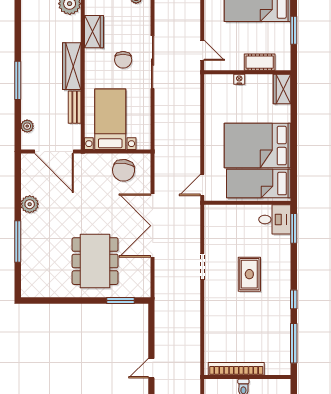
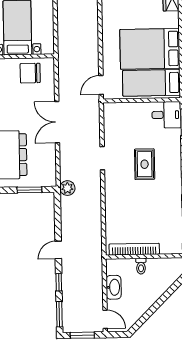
chair: (124, 170) -> (30, 73), turned 82
double door: (153, 226) -> (57, 122), width x0.73
plant: (163, 299) -> (67, 188), added

